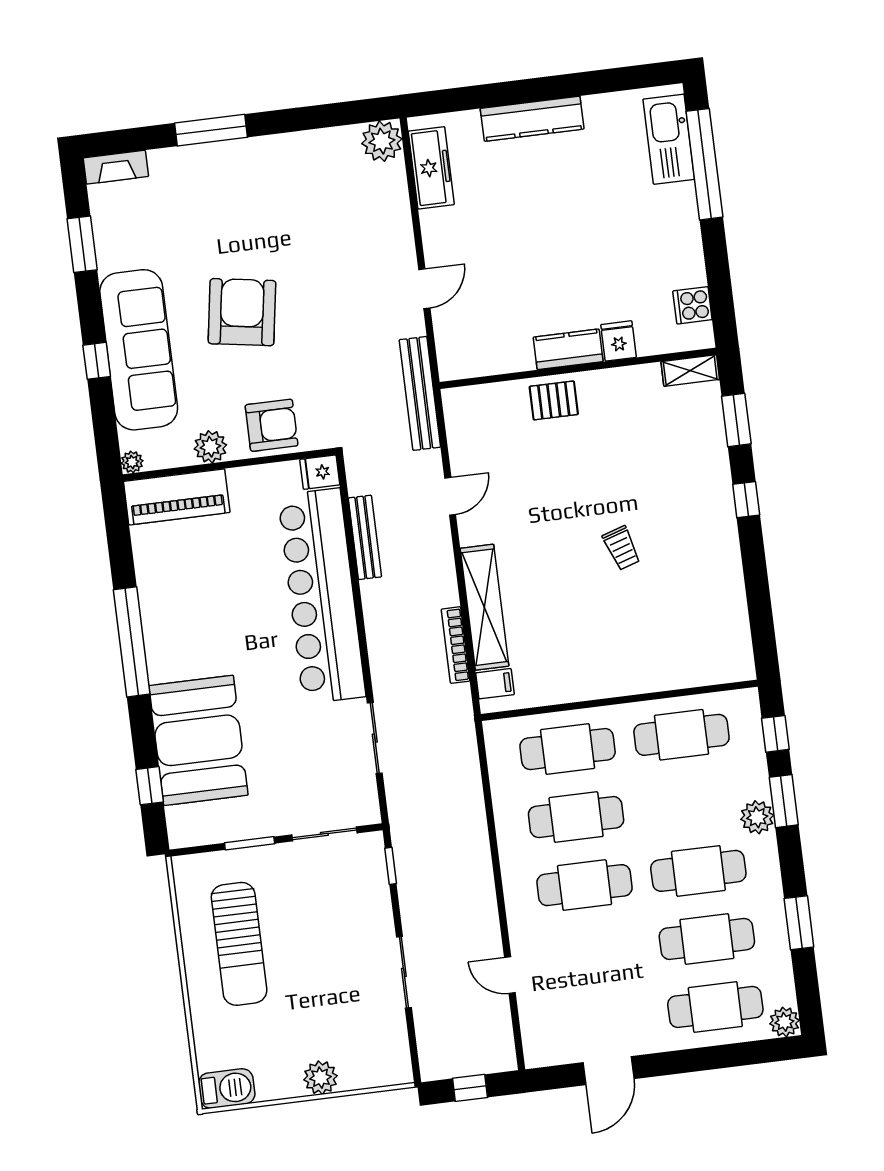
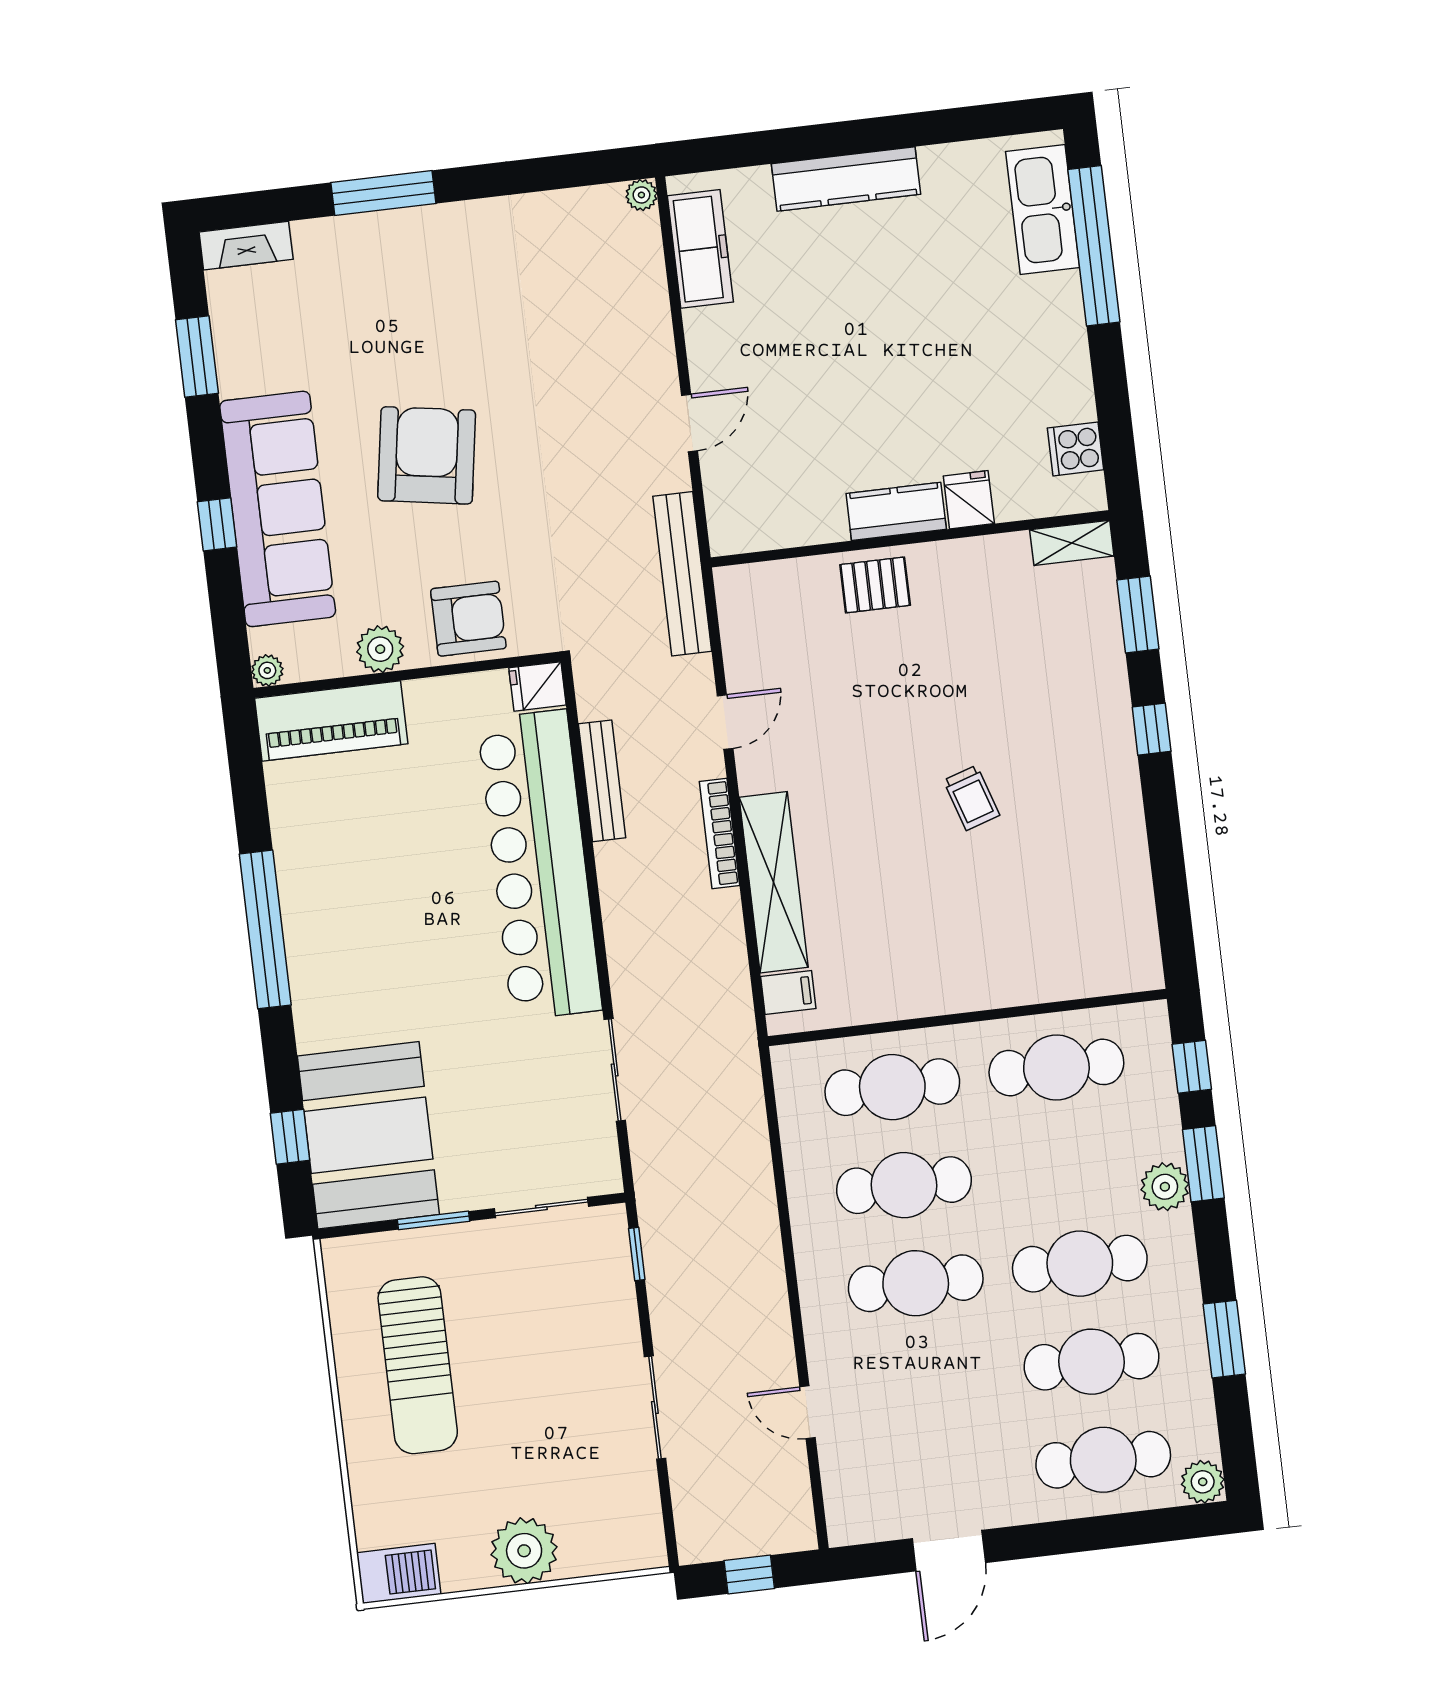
plant: (382, 141) -> (641, 195), width x0.53, depth x0.53
bookcase: (456, 645) -> (719, 833), moved
booth: (198, 740) -> (368, 1135), moved
plant: (320, 1078) -> (524, 1551), width x1.36, depth x1.36

